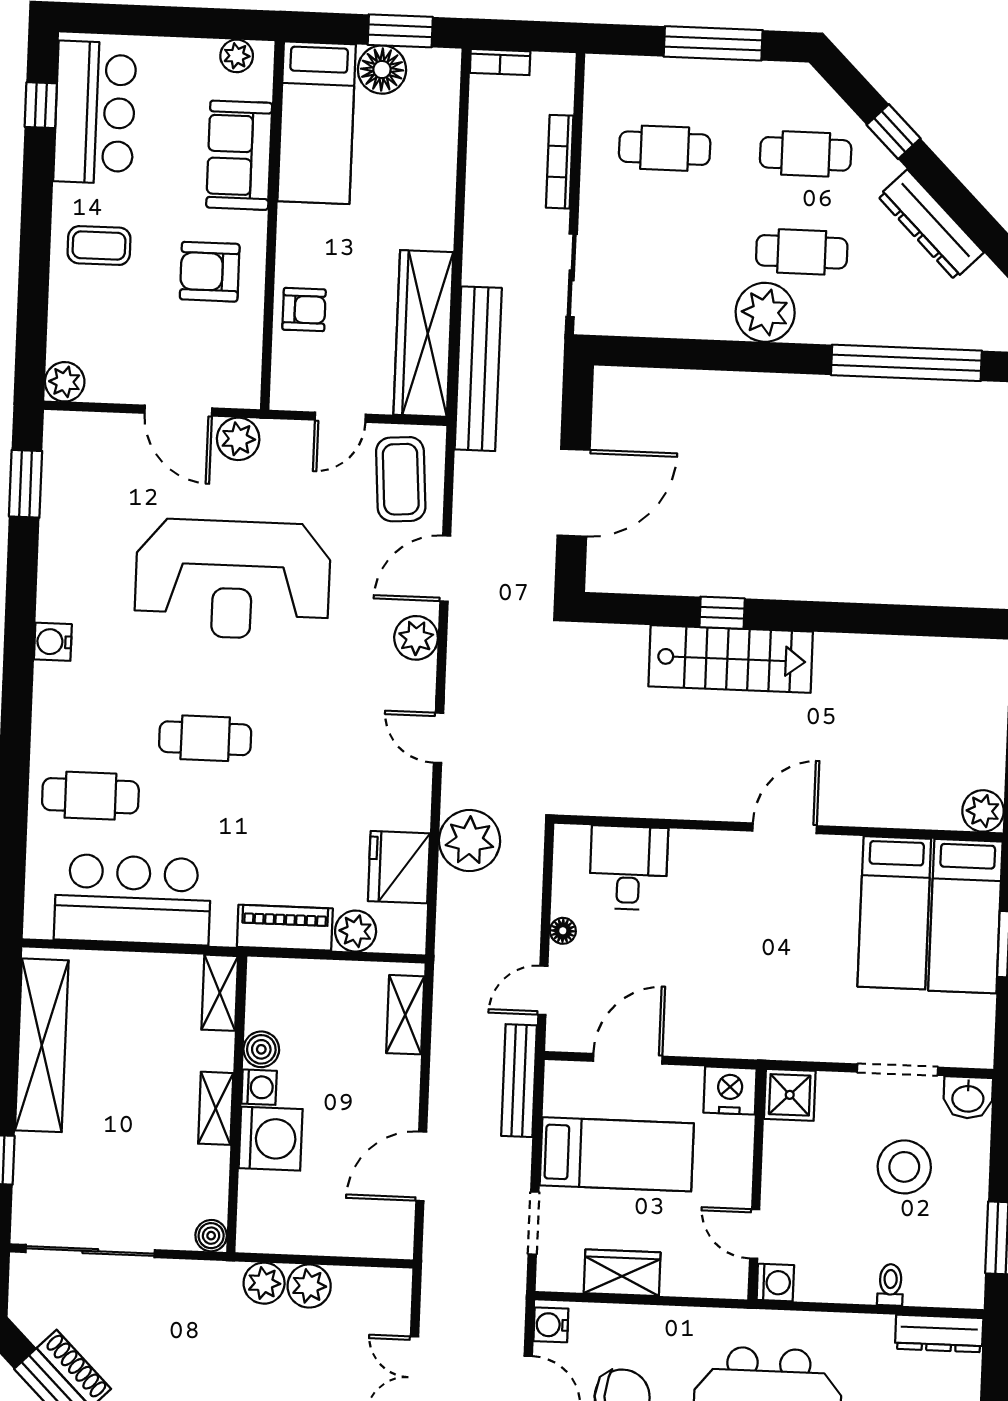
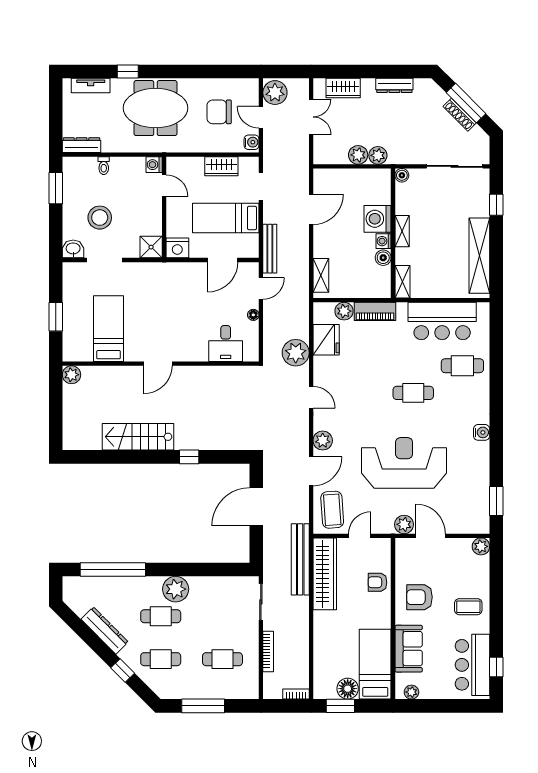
armchair: (210, 272) -> (419, 597), turned 180
stairs: (731, 659) -> (138, 437), moved
bed: (965, 916) -> (77, 328), removed

